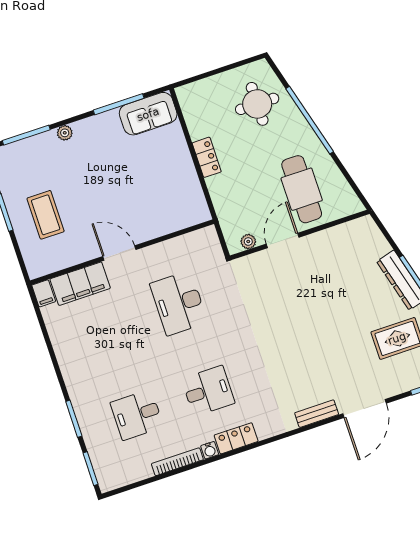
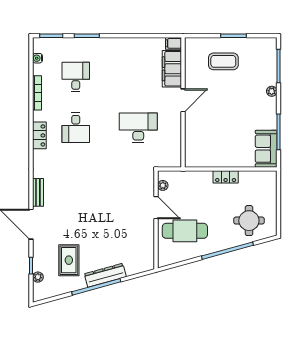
water cooler: (210, 450) -> (37, 58), moved

